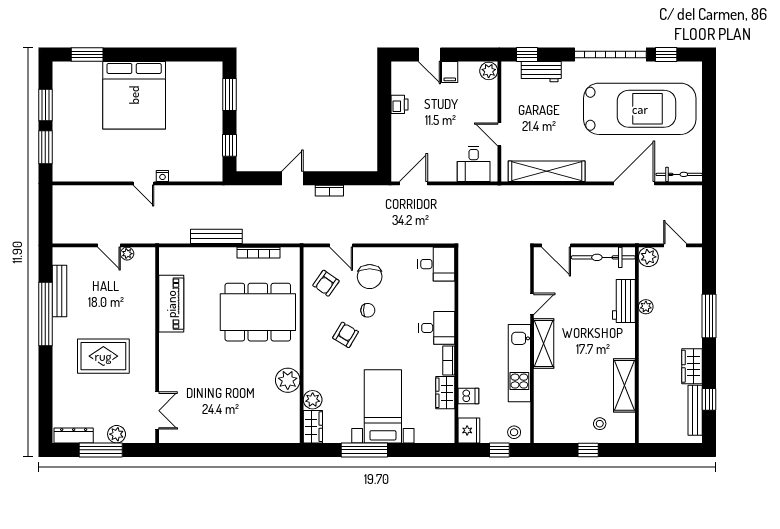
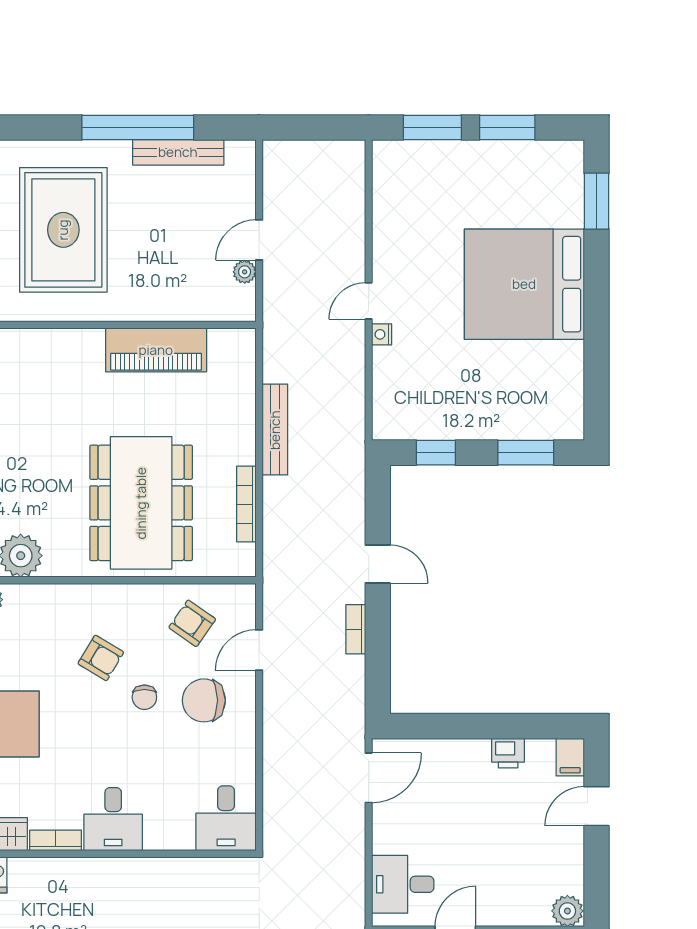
filing cabinet: (450, 72) -> (570, 757), moved, turned -90
door: (413, 183) -> (369, 778), hinge flipped
rug: (103, 356) -> (63, 230), width x1.37, depth x1.44

